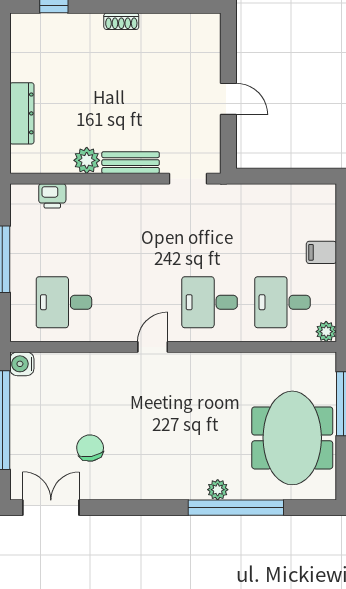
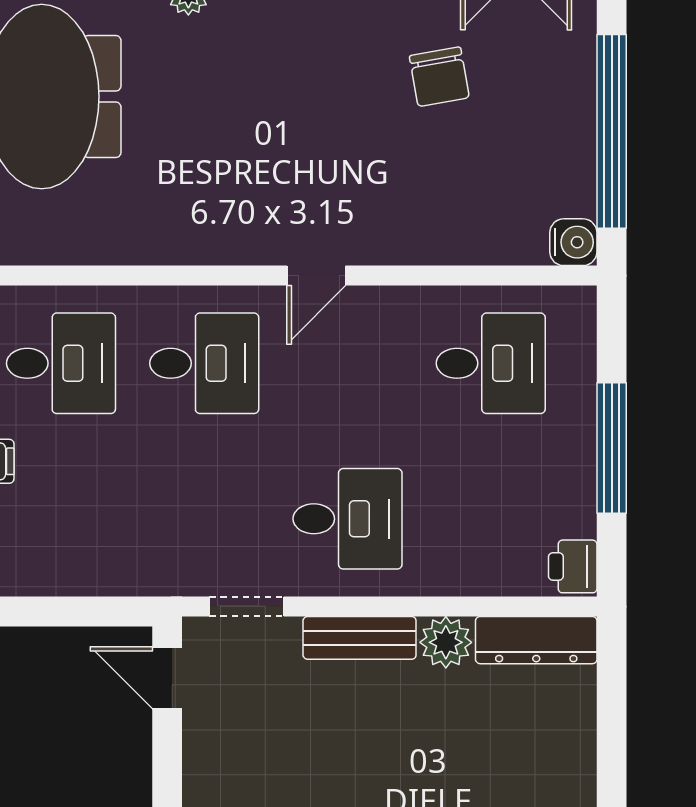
door: (228, 99) -> (167, 678), moved
dresser: (22, 113) -> (536, 640), moved, turned -90
printer: (52, 196) -> (573, 566), moved, turned -90
desk: (137, 223) -> (347, 519), added

